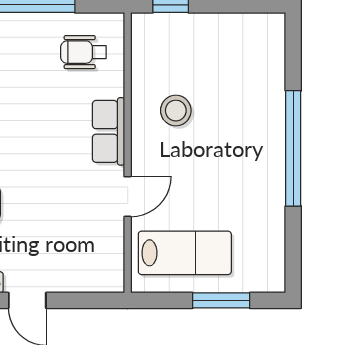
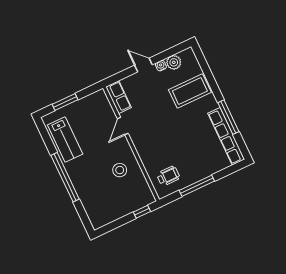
row of seats: (108, 131) -> (118, 97), moved
lab bench: (185, 253) -> (65, 140), moved, turned -90

